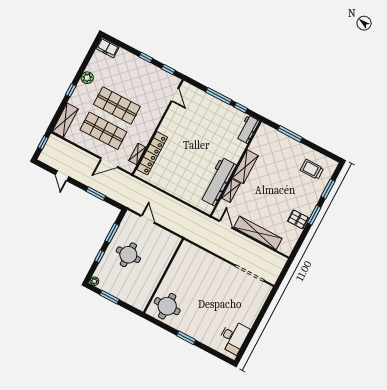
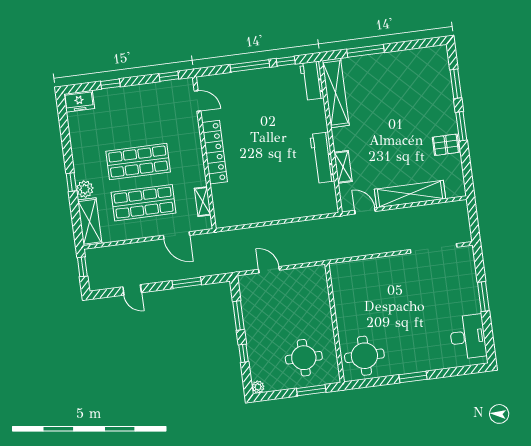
window: (146, 57) -> (110, 84), moved
plant: (87, 78) -> (85, 189), moved
locker: (152, 153) -> (215, 152), moved
door: (109, 163) -> (177, 235), hinge flipped
shelving: (245, 167) -> (336, 93), moved, width x1.47
trolley: (312, 169) -> (421, 74), removed
workbench: (218, 182) -> (322, 158), width x0.73, depth x0.76
round table: (128, 255) -> (304, 358), moved
window: (109, 297) -> (311, 390), moved
window: (258, 320) -> (483, 296), added

